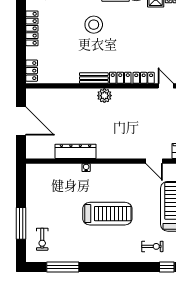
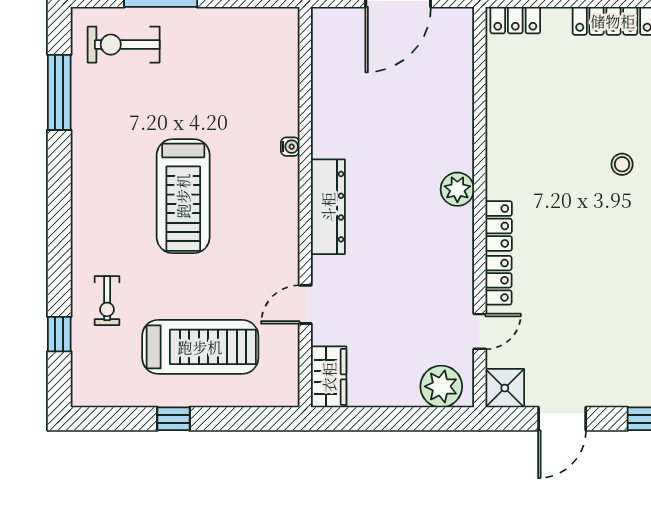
stool: (94, 25) -> (622, 164), width x0.53, depth x0.53
bench: (94, 78) -> (498, 165), removed
dresser: (76, 151) -> (328, 207), moved
exercise bike: (42, 239) -> (124, 45), width x1.38, depth x1.39

